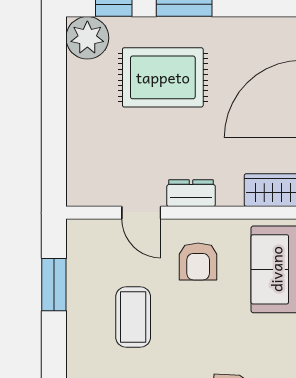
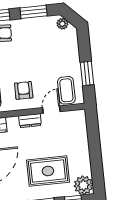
door: (141, 213) -> (51, 110), hinge flipped
coffee table: (133, 317) -> (66, 90), moved

